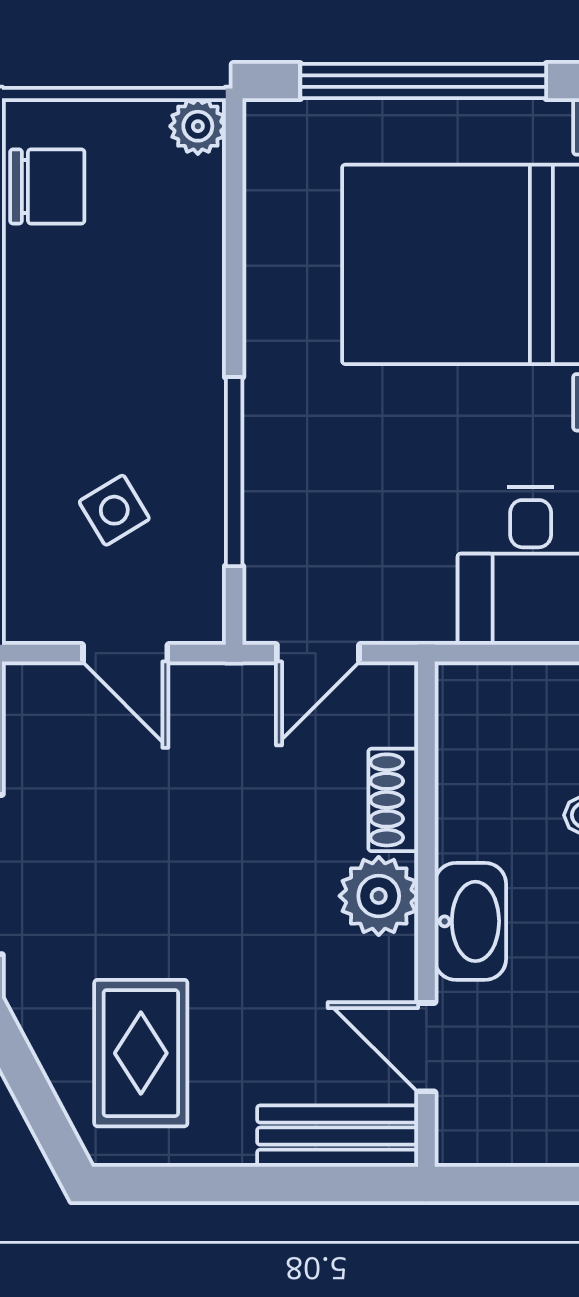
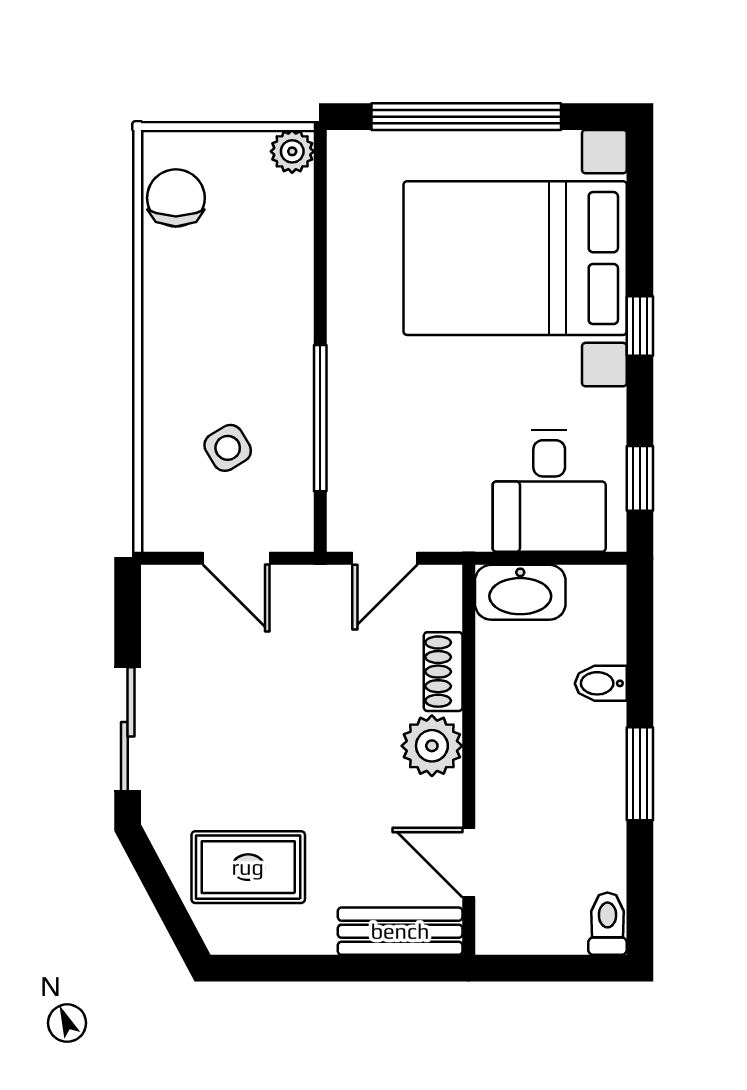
chair: (47, 186) -> (176, 198), turned -90
washbasin: (470, 921) -> (520, 592), moved, turned 90
rug: (141, 1053) -> (248, 867), turned 90

